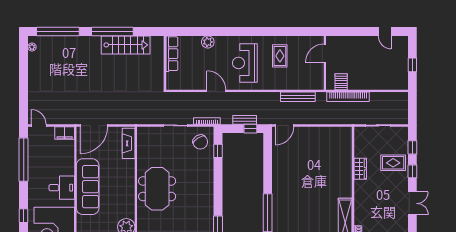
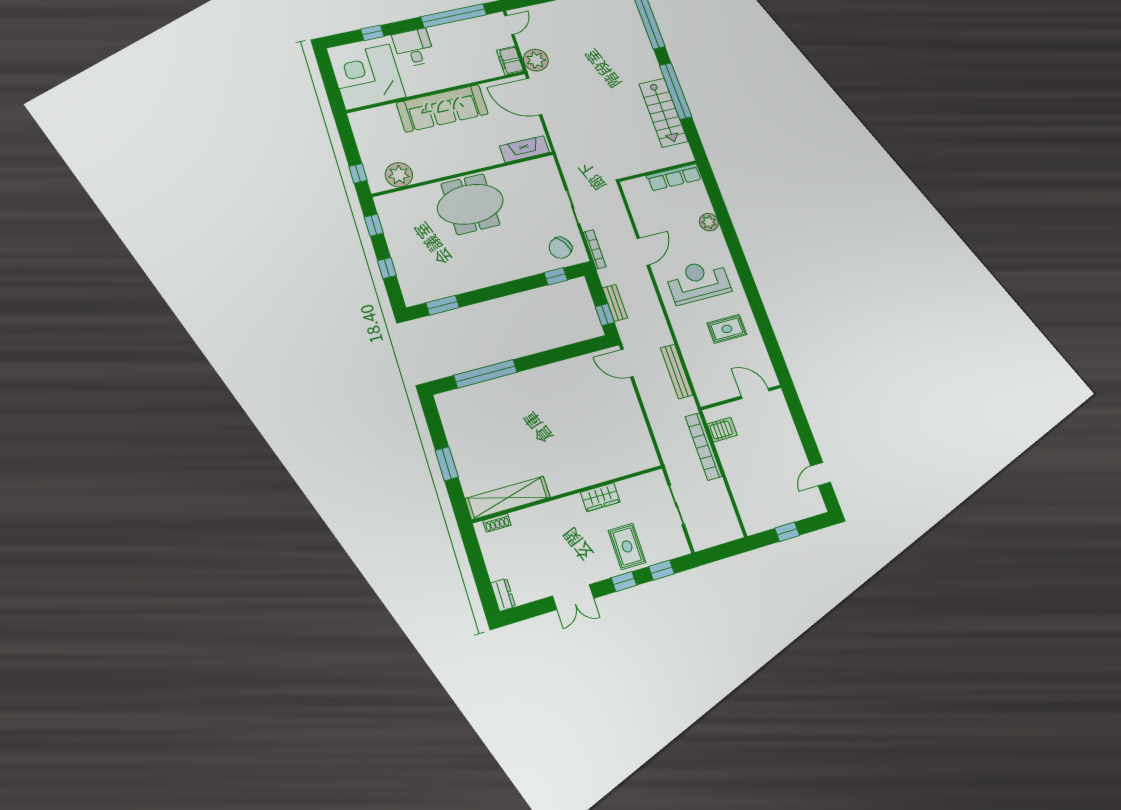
plant: (68, 116) -> (536, 60), added
desk: (62, 188) -> (414, 48), moved, turned 180

